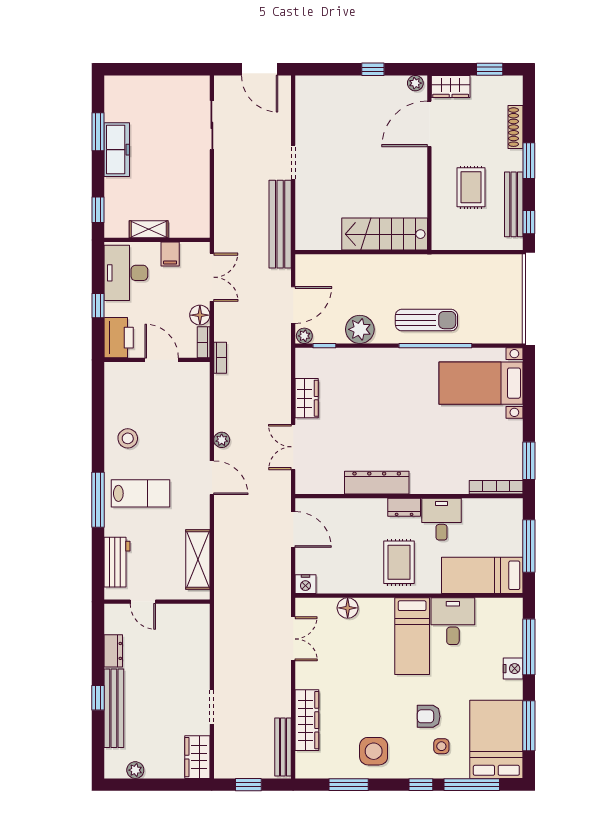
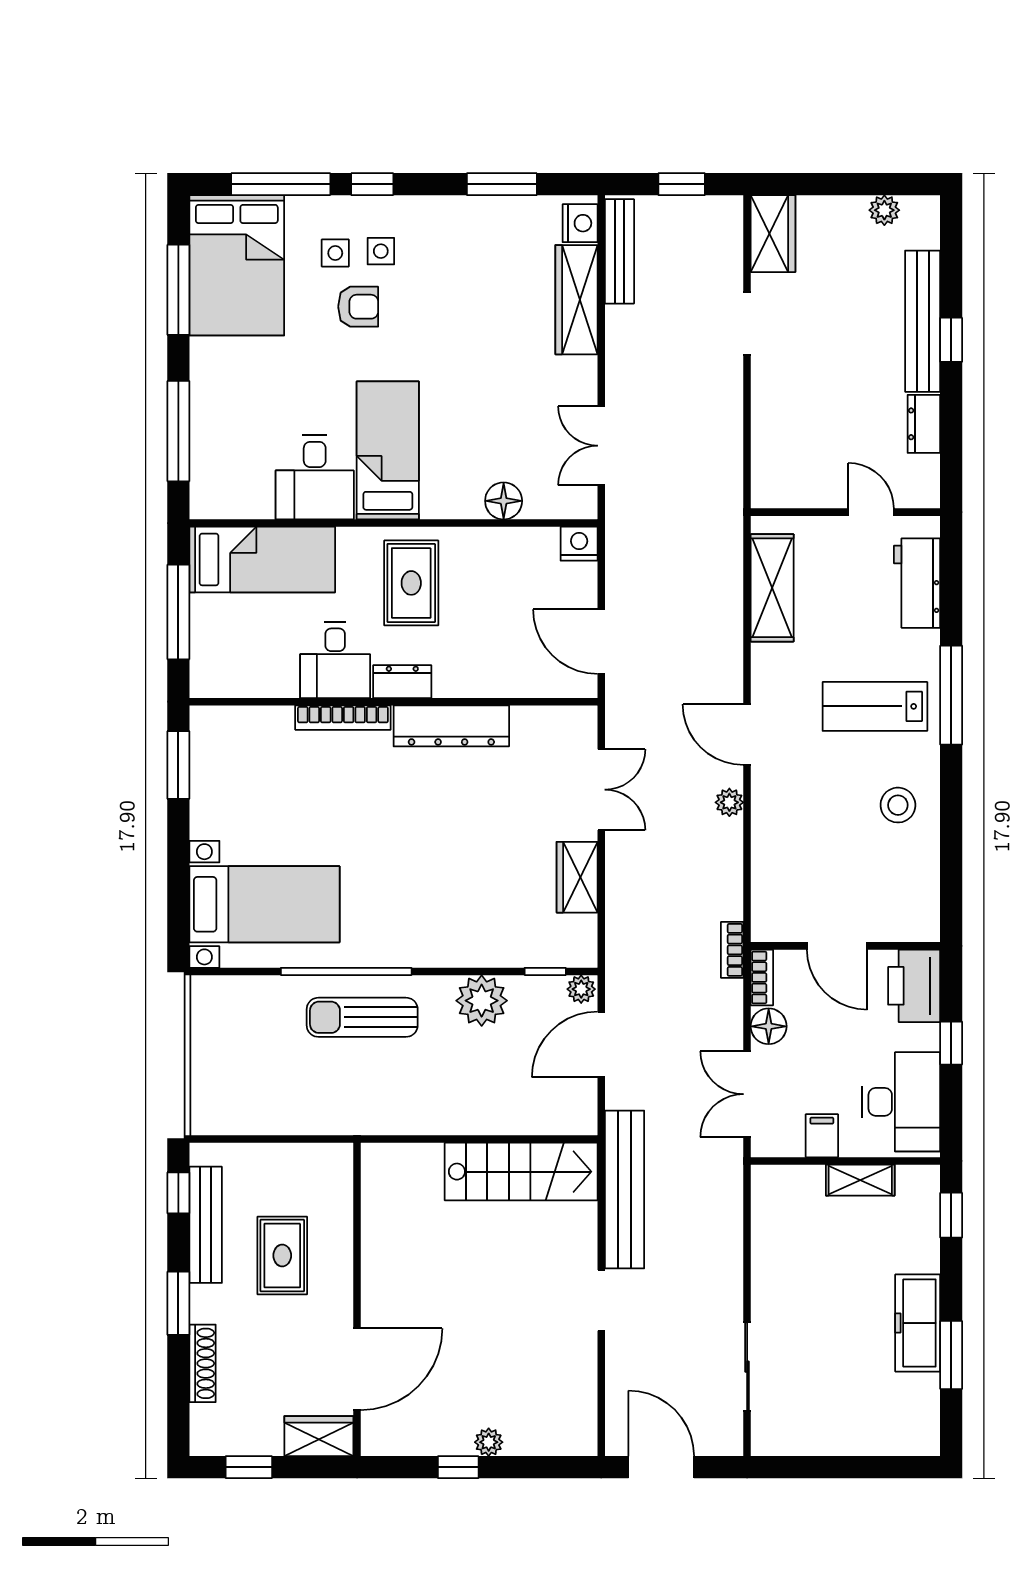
plant: (415, 83) -> (489, 1442), moved
stairs: (385, 234) -> (521, 1172), moved
bookcase: (496, 487) -> (343, 718), moved
nightstand: (513, 669) -> (580, 223), moved, turned 180
side table: (374, 751) -> (381, 251), moved, width x0.54, depth x0.54

